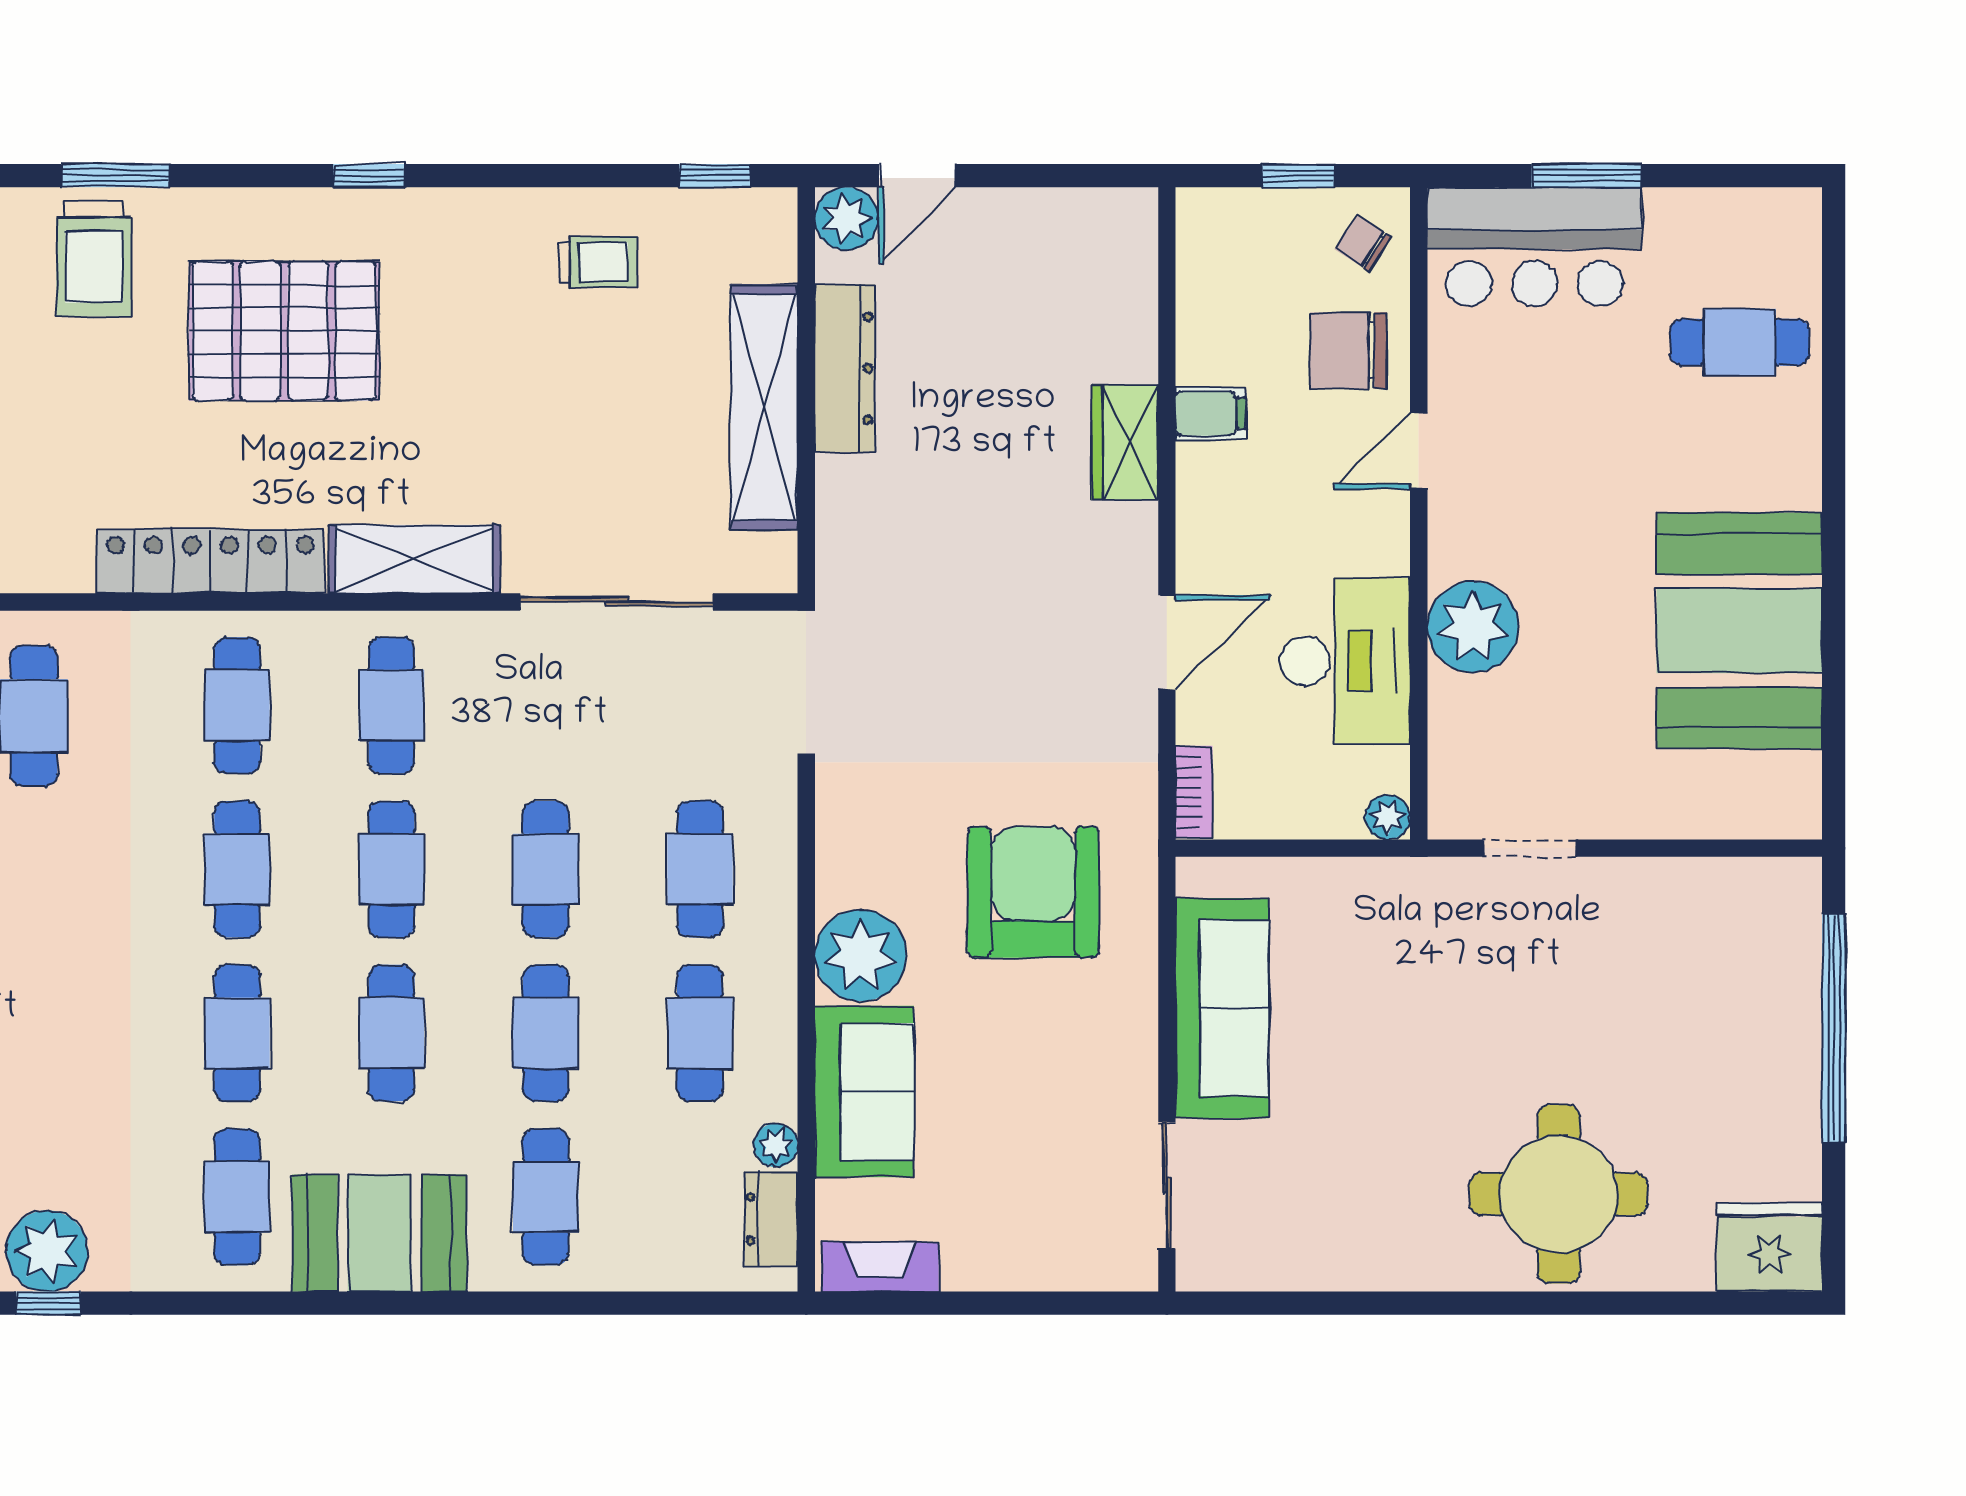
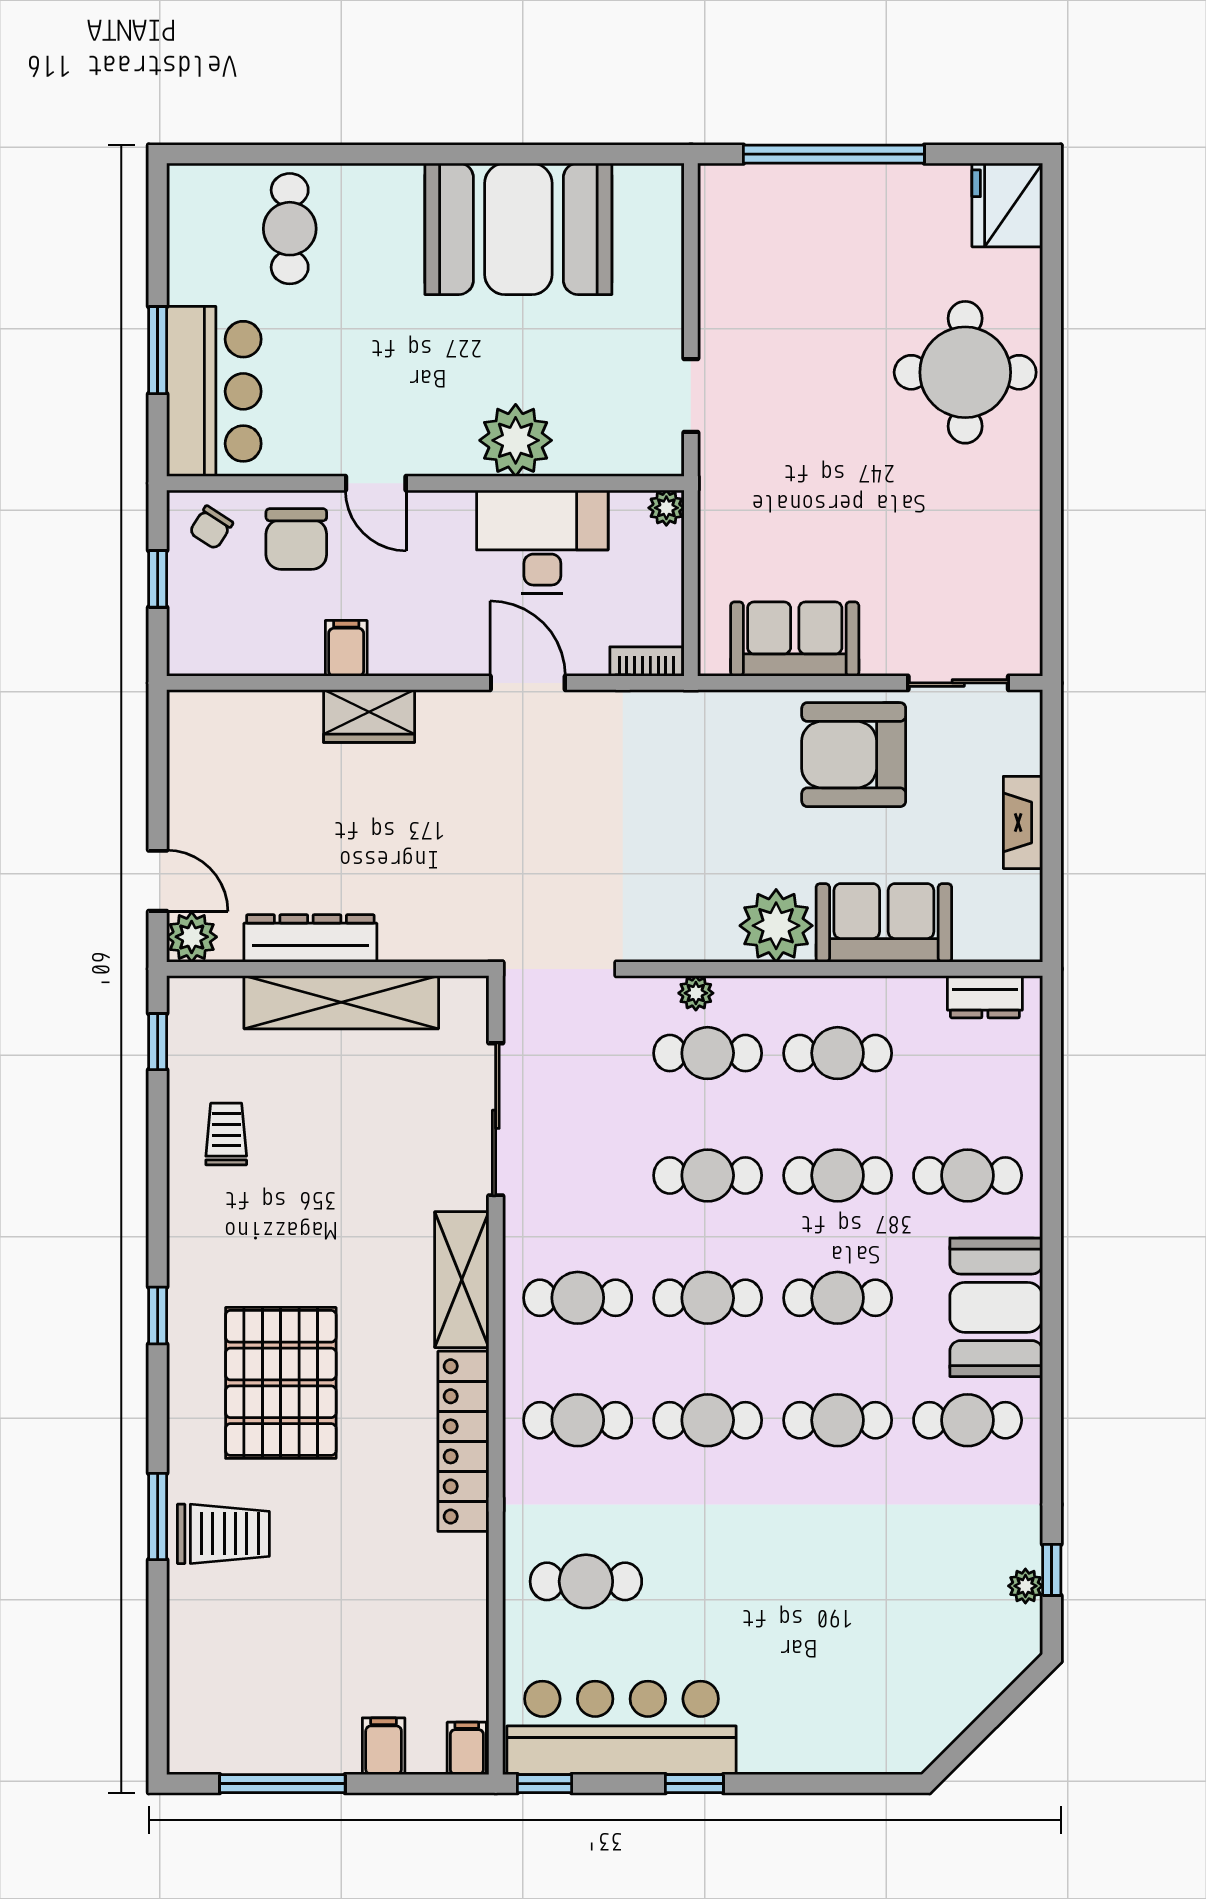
armchair: (1033, 892) -> (854, 755), moved
sofa: (1222, 1008) -> (795, 639), width x0.73
plant: (776, 1145) -> (696, 993), moved
plant: (47, 1251) -> (1025, 1586), width x0.53, depth x0.53
fireplace: (880, 1267) -> (1023, 822), moved

